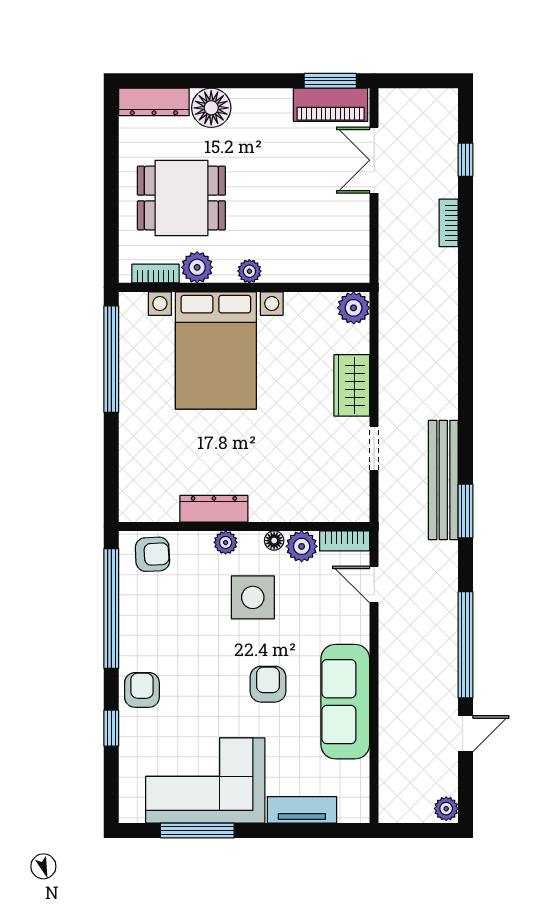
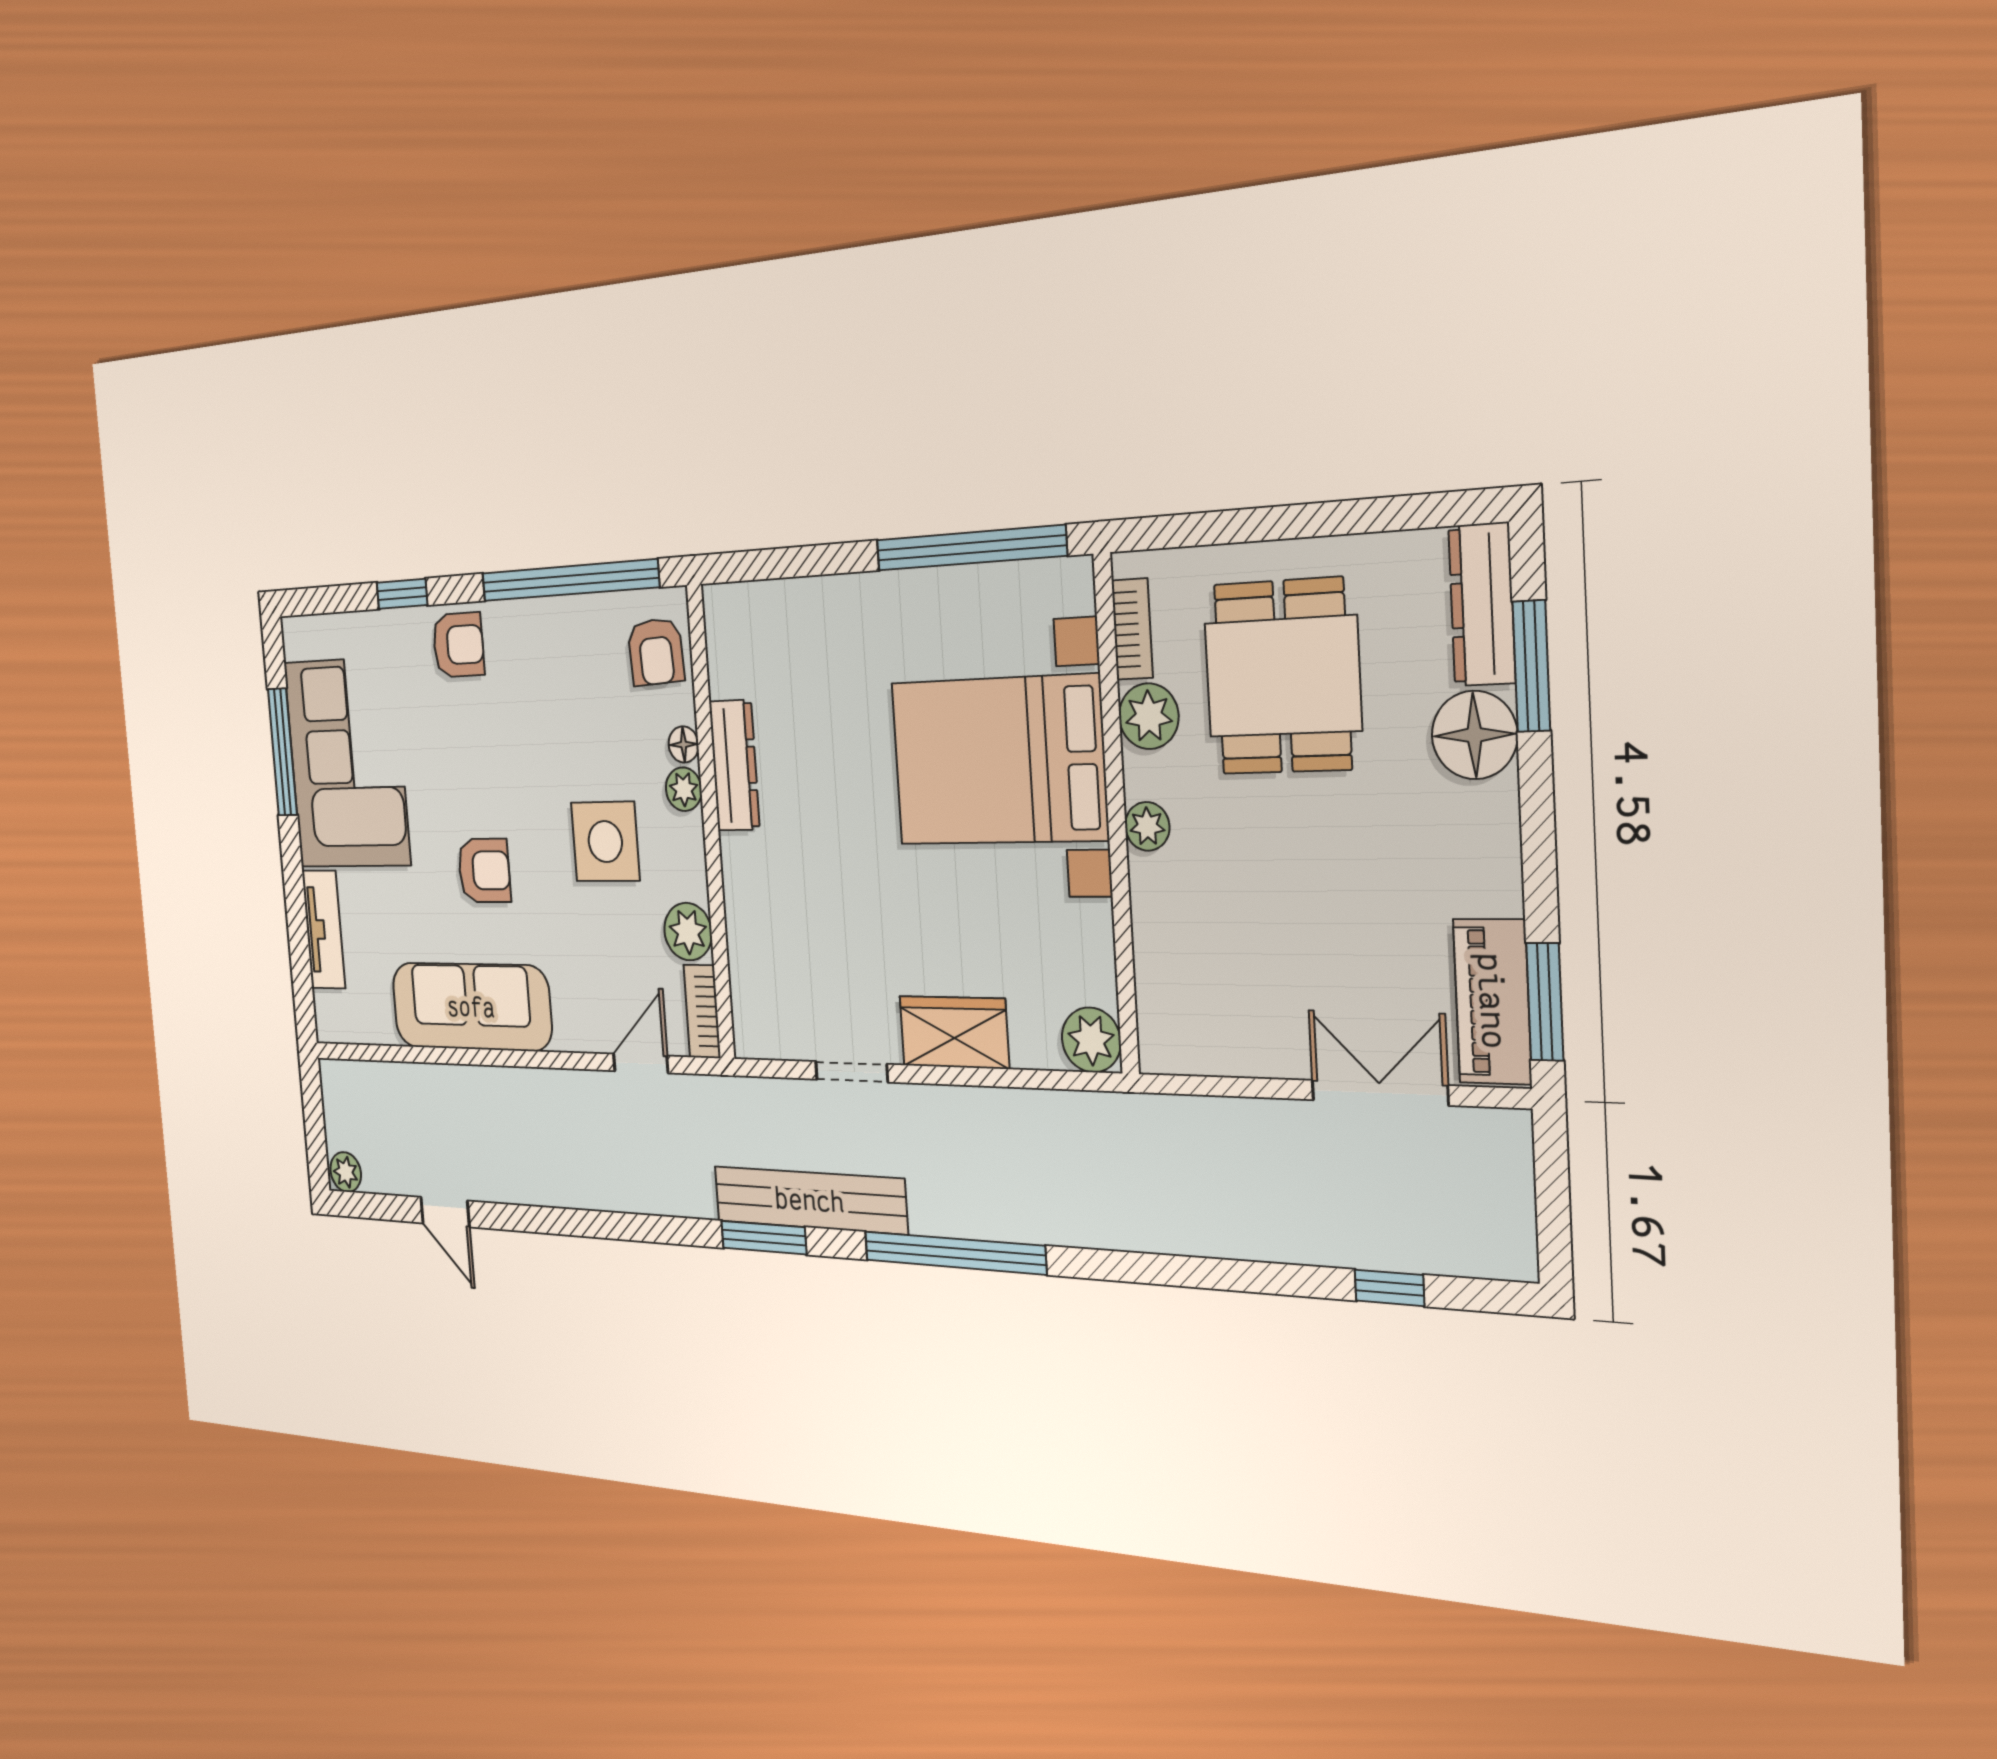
window: (182, 81) -> (1531, 666), added
bookcase: (449, 223) -> (1262, 1243), removed
floor lamp: (274, 541) -> (684, 744), moved
window: (466, 645) -> (954, 1253), moved

